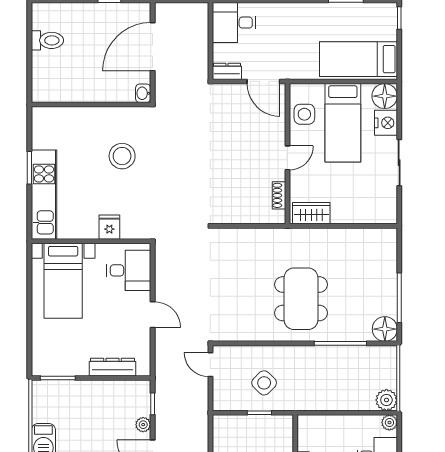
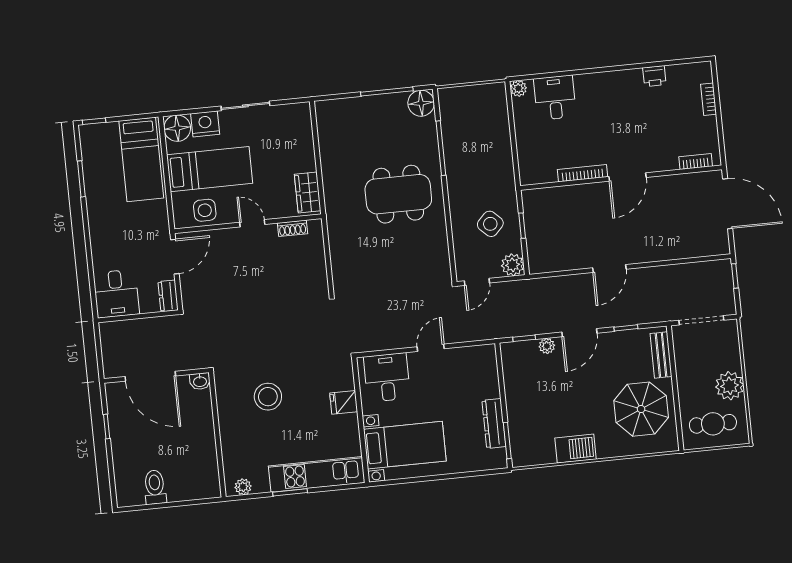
plant: (39, 124) -> (243, 487), added
dresser: (113, 367) -> (494, 424), moved
plant: (386, 400) -> (513, 265), moved

